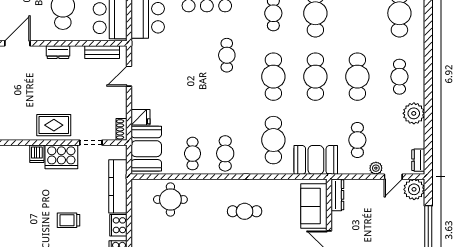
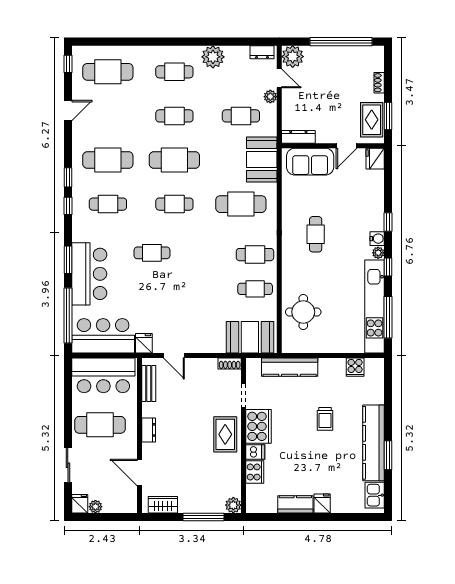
cafe table: (273, 77) -> (174, 204), width x0.73, depth x0.74
cafe table: (357, 77) -> (174, 116), width x0.73, depth x0.74
fridge: (141, 117) -> (144, 343), moved
cooker: (118, 225) -> (255, 472), moved, turned -90

